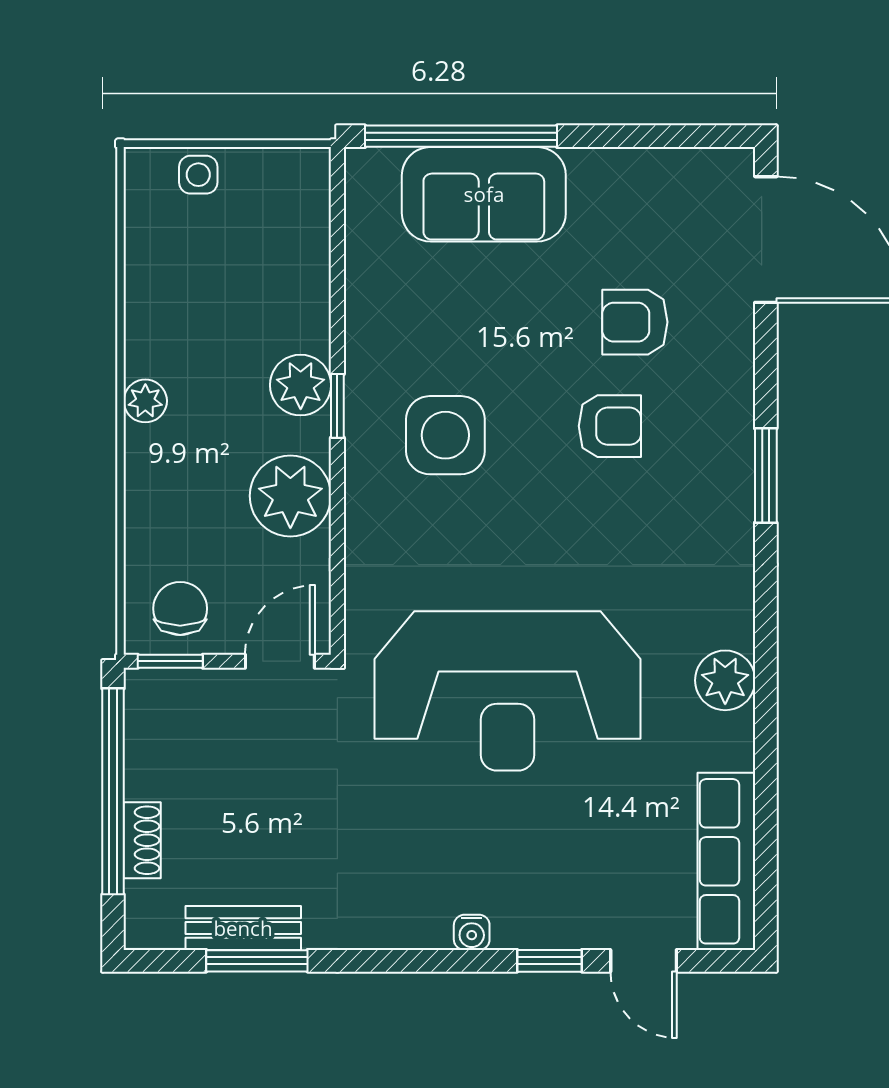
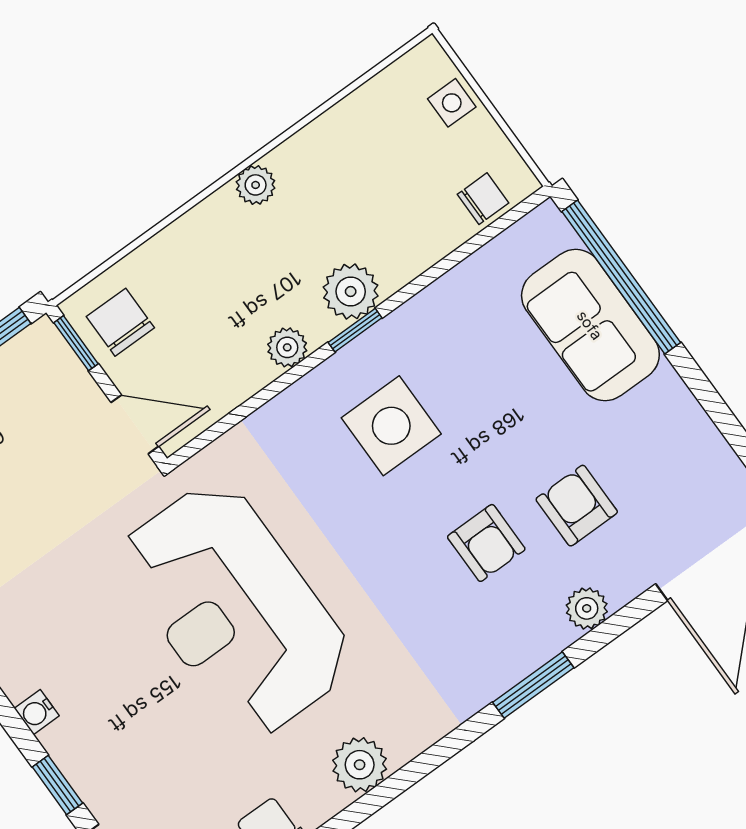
chair: (303, 208) -> (483, 199), added
plant: (732, 379) -> (587, 608), added
plant: (290, 496) -> (287, 347), width x0.53, depth x0.53
chair: (180, 609) -> (120, 322), turned -90

